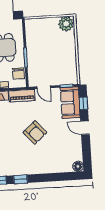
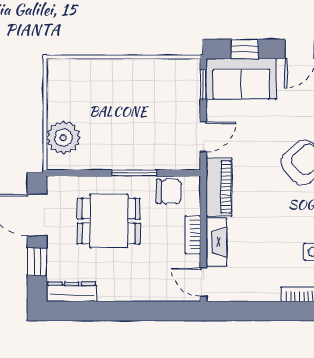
plant: (66, 24) -> (63, 138), moved

